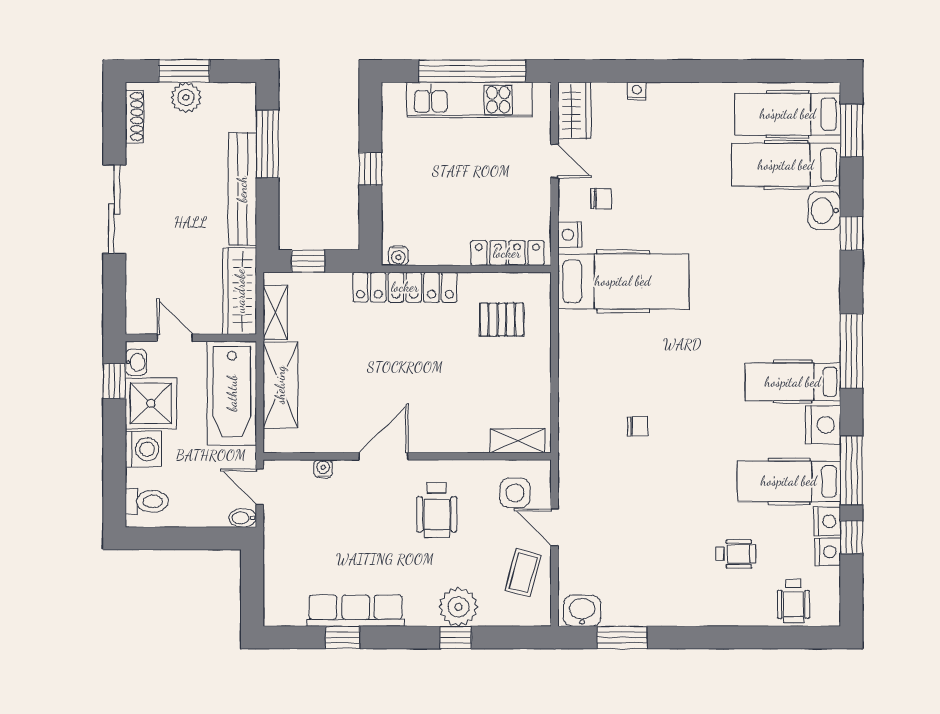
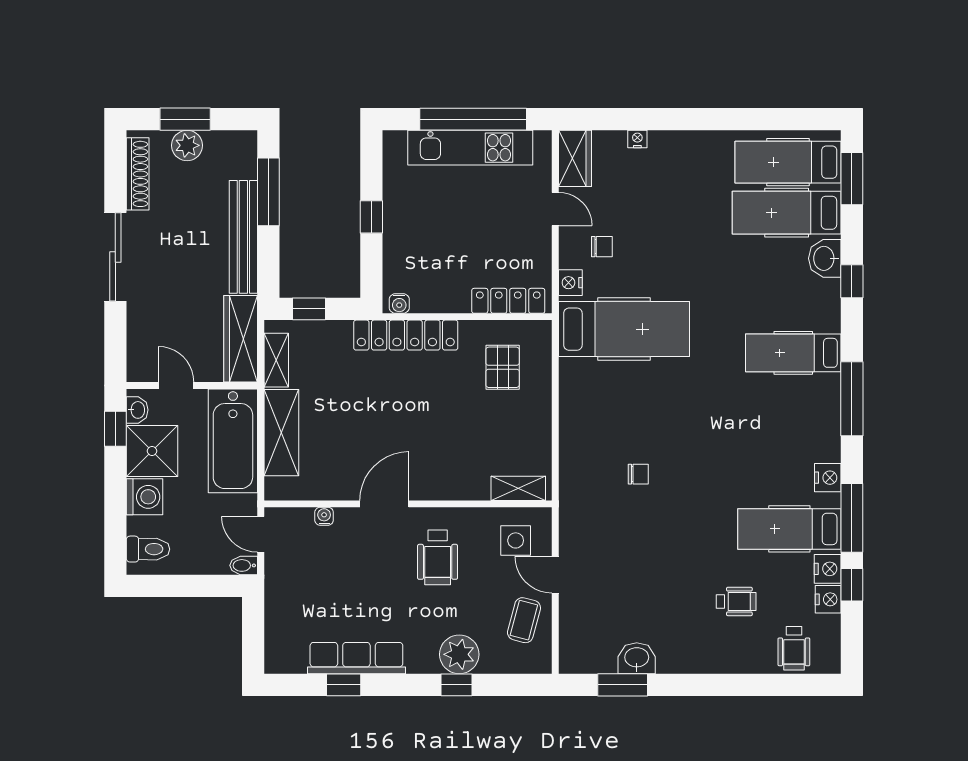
shoe rack: (134, 116) -> (138, 174), width x1.36, depth x1.24
pallet: (502, 320) -> (503, 367), turned 90
hospital bed: (793, 382) -> (793, 353), moved
nightstand: (823, 425) -> (828, 478), width x0.74, depth x0.75
washbasin: (582, 611) -> (637, 658), moved

